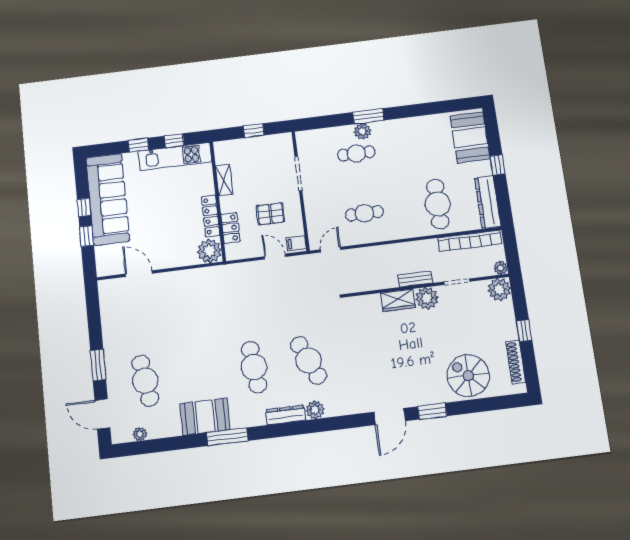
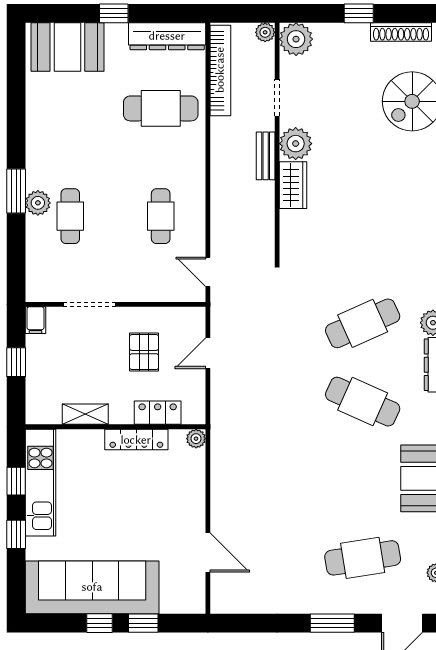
filing cabinet: (296, 243) -> (35, 320), moved
plant: (209, 251) -> (196, 439), width x0.53, depth x0.53
door: (139, 274) -> (208, 552), swing flipped
cafe table: (254, 367) -> (363, 402), turned 30

